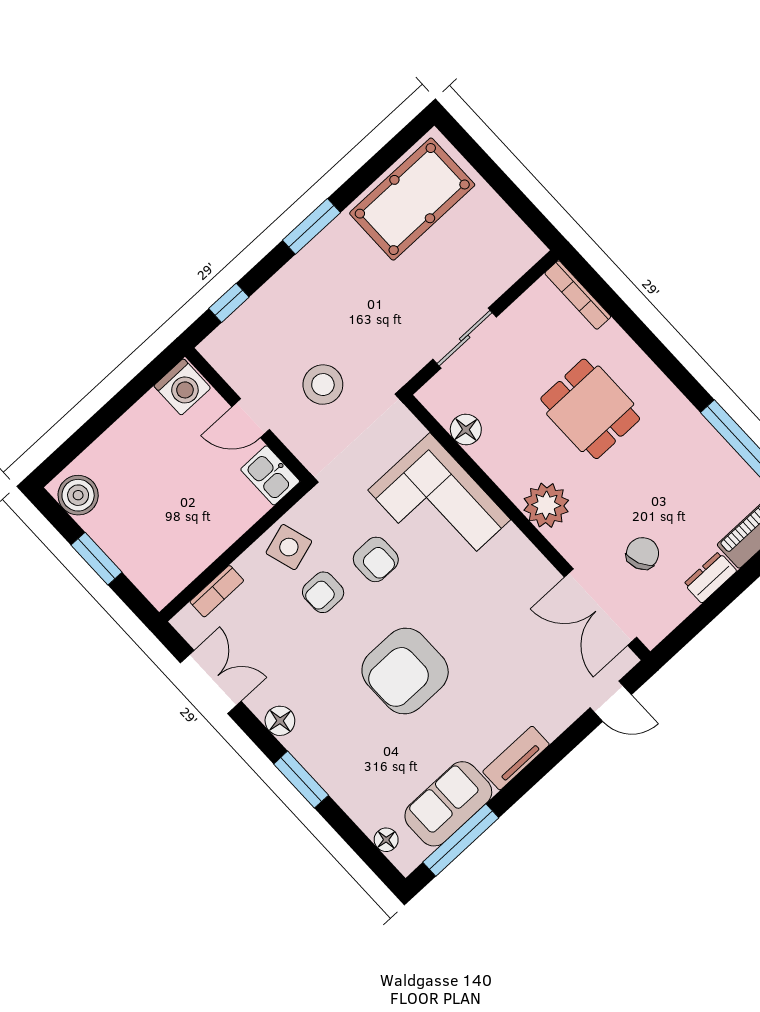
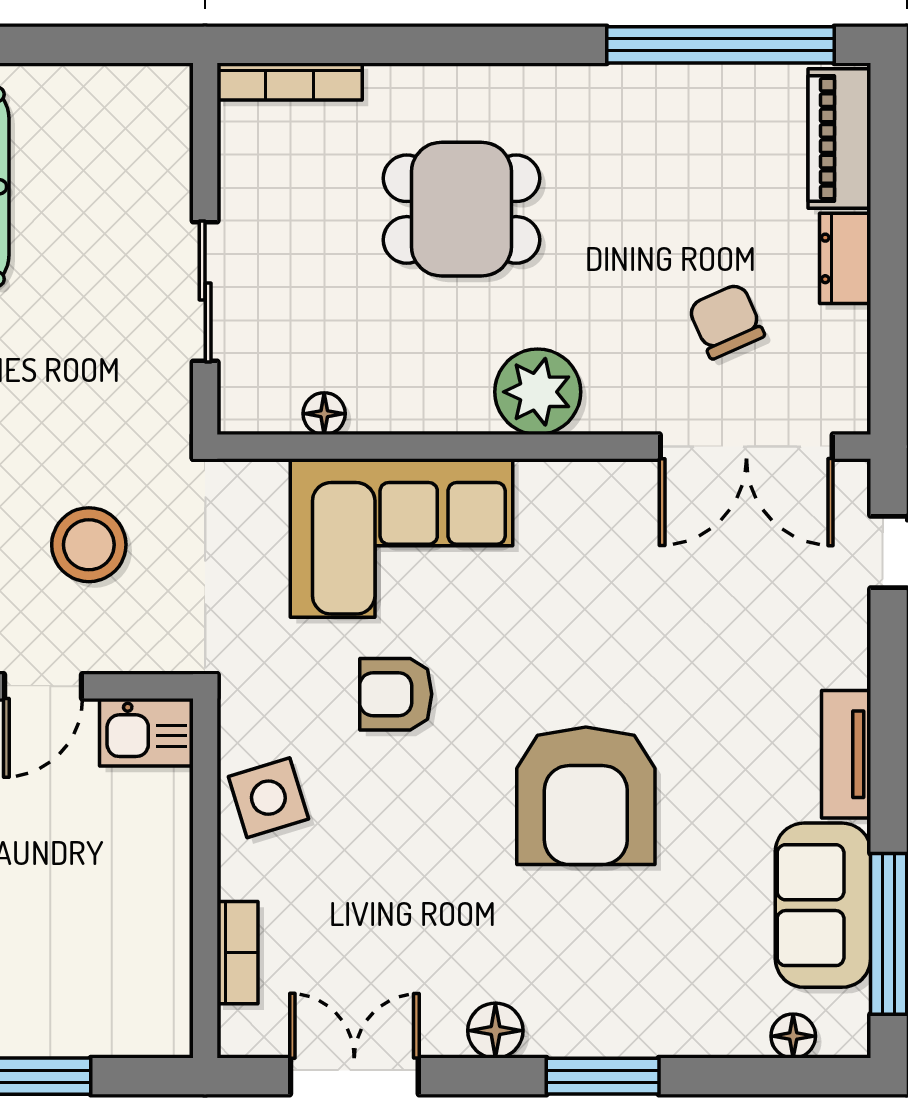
floor lamp: (466, 430) -> (324, 414), width x0.73, depth x0.73
armchair: (376, 559) -> (396, 694), turned 180
armchair: (323, 592) -> (374, 808), removed

